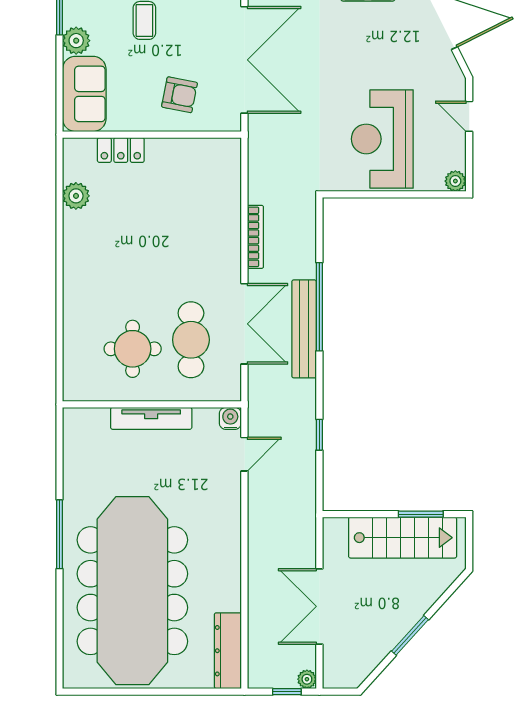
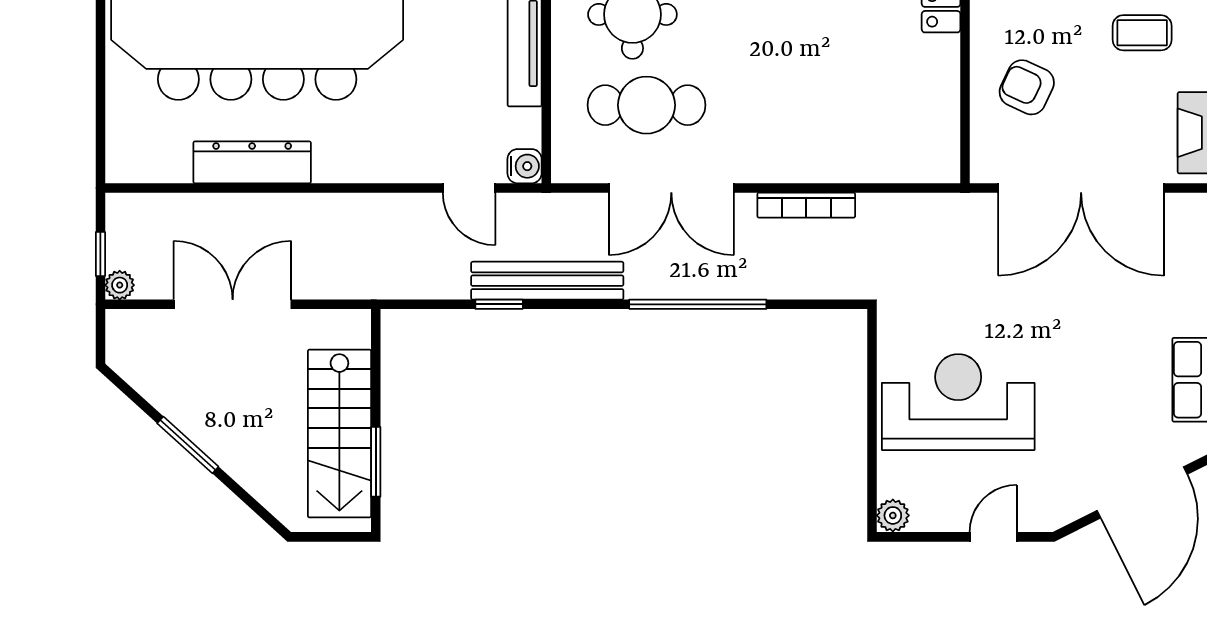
armchair: (179, 95) -> (1027, 87), turned 104
bench: (304, 329) -> (547, 281), moved
dresser: (228, 651) -> (252, 162), moved

